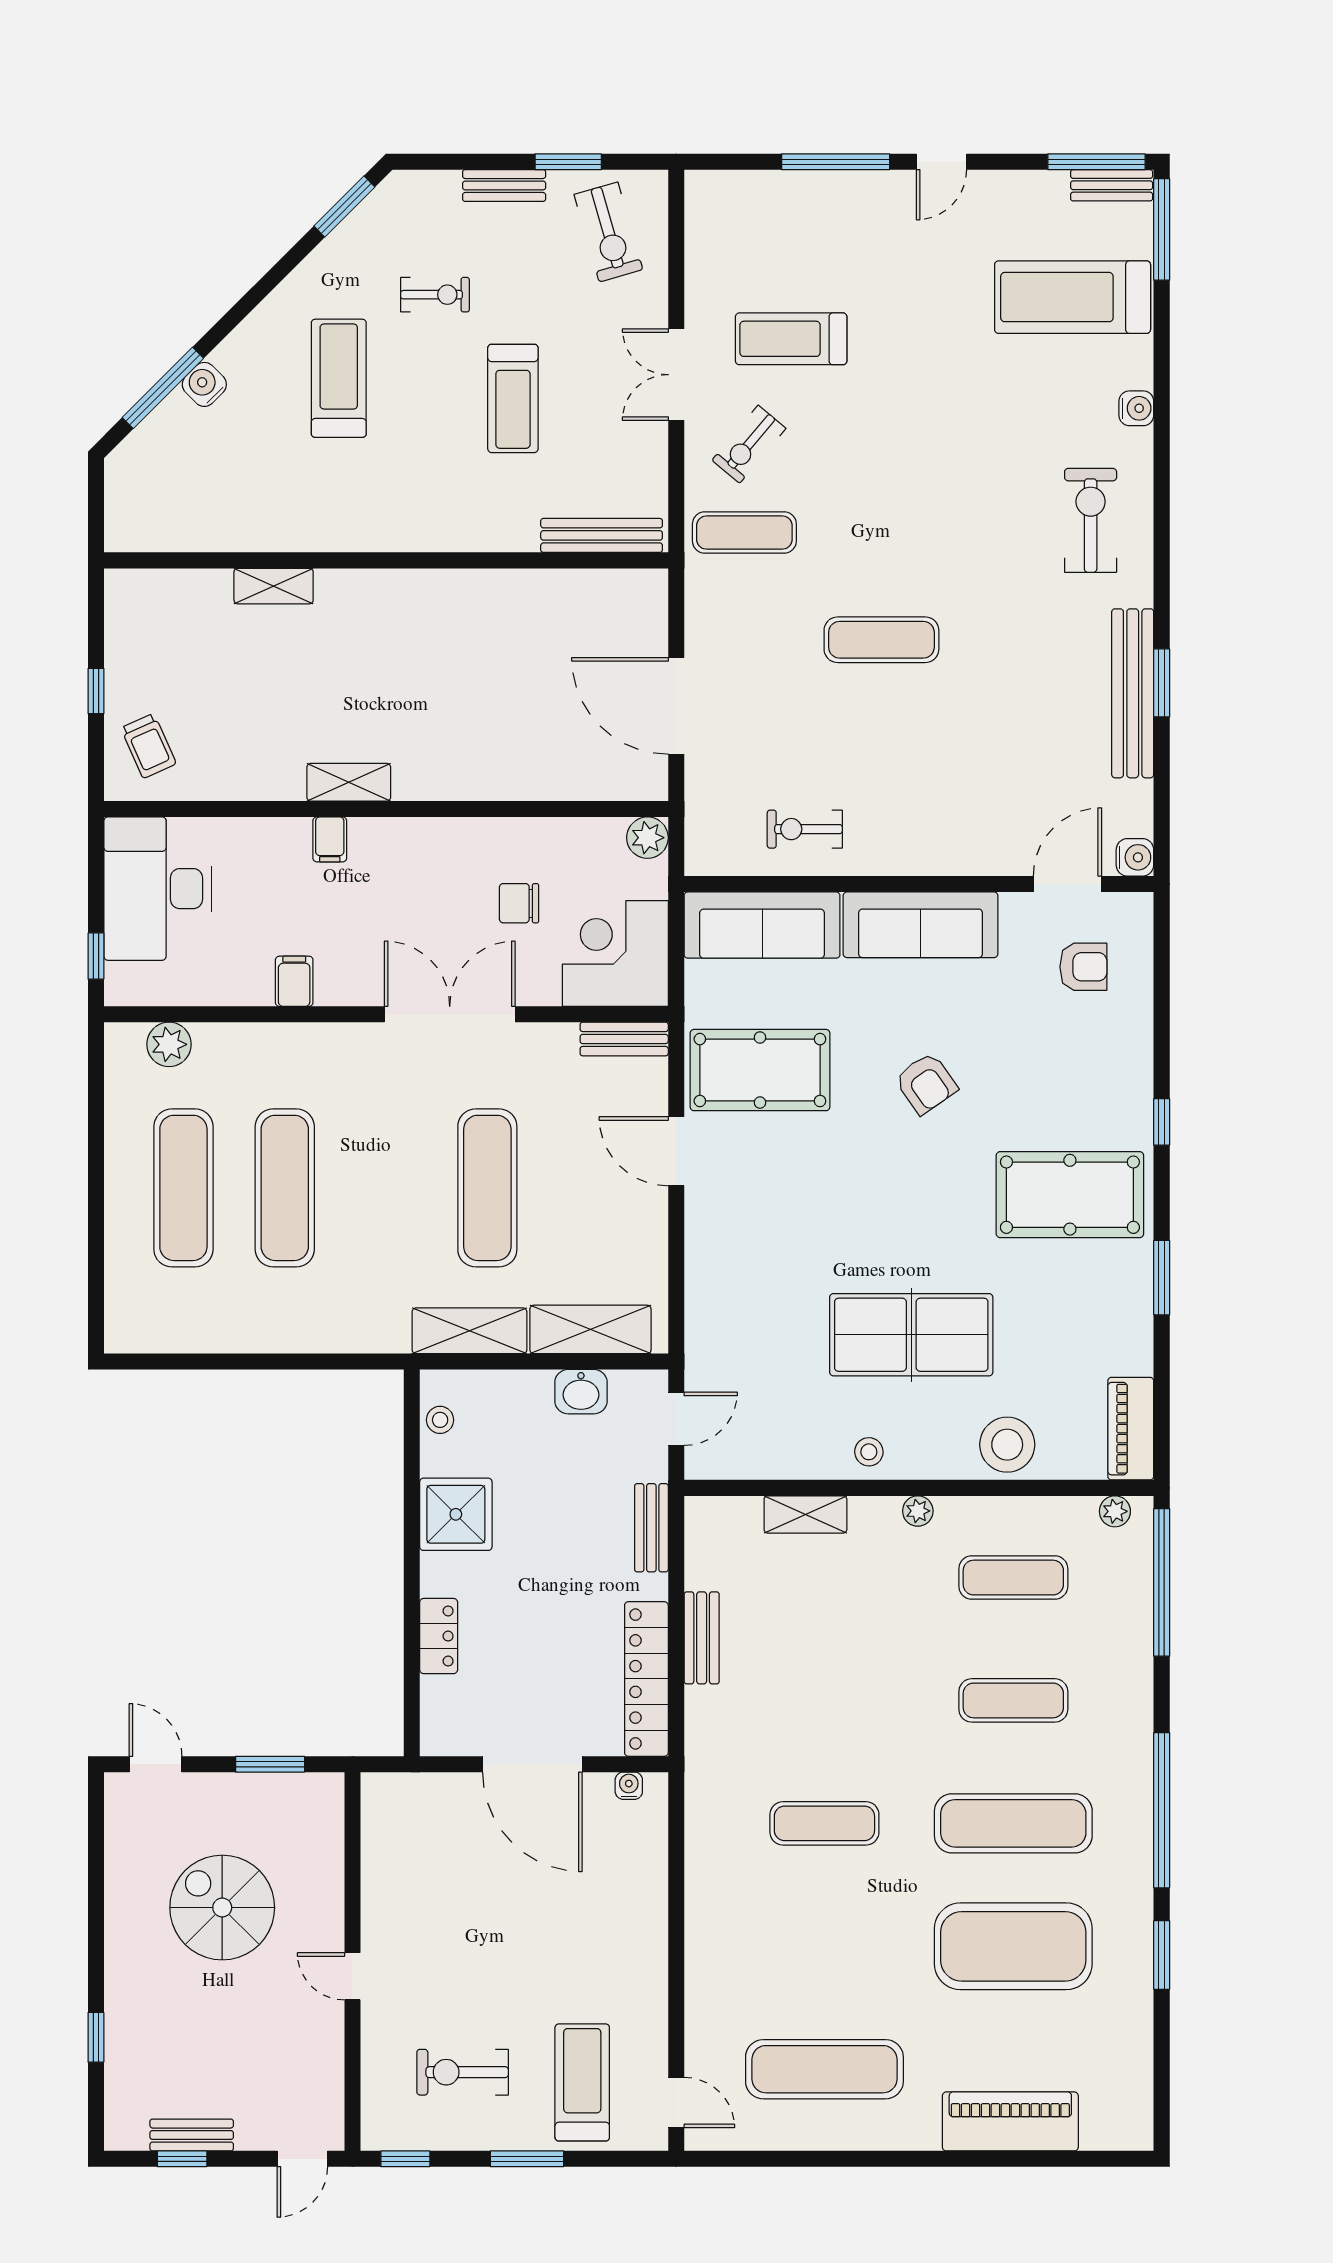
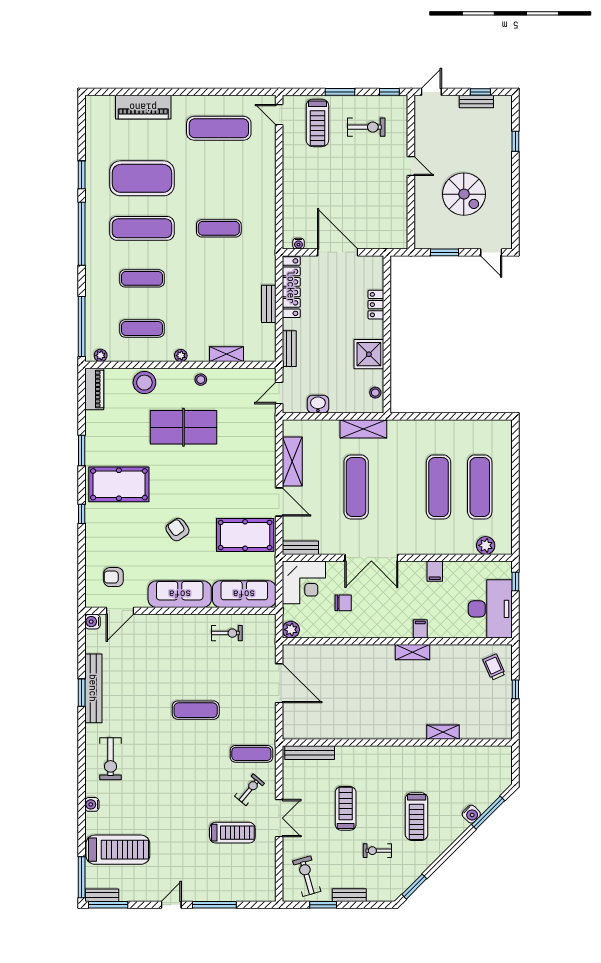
shelving: (590, 1329) -> (292, 462), moved, turned 90

